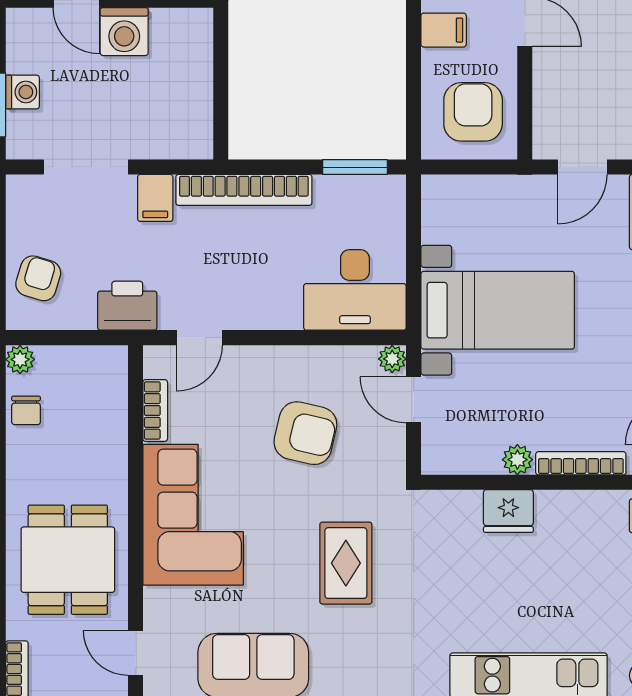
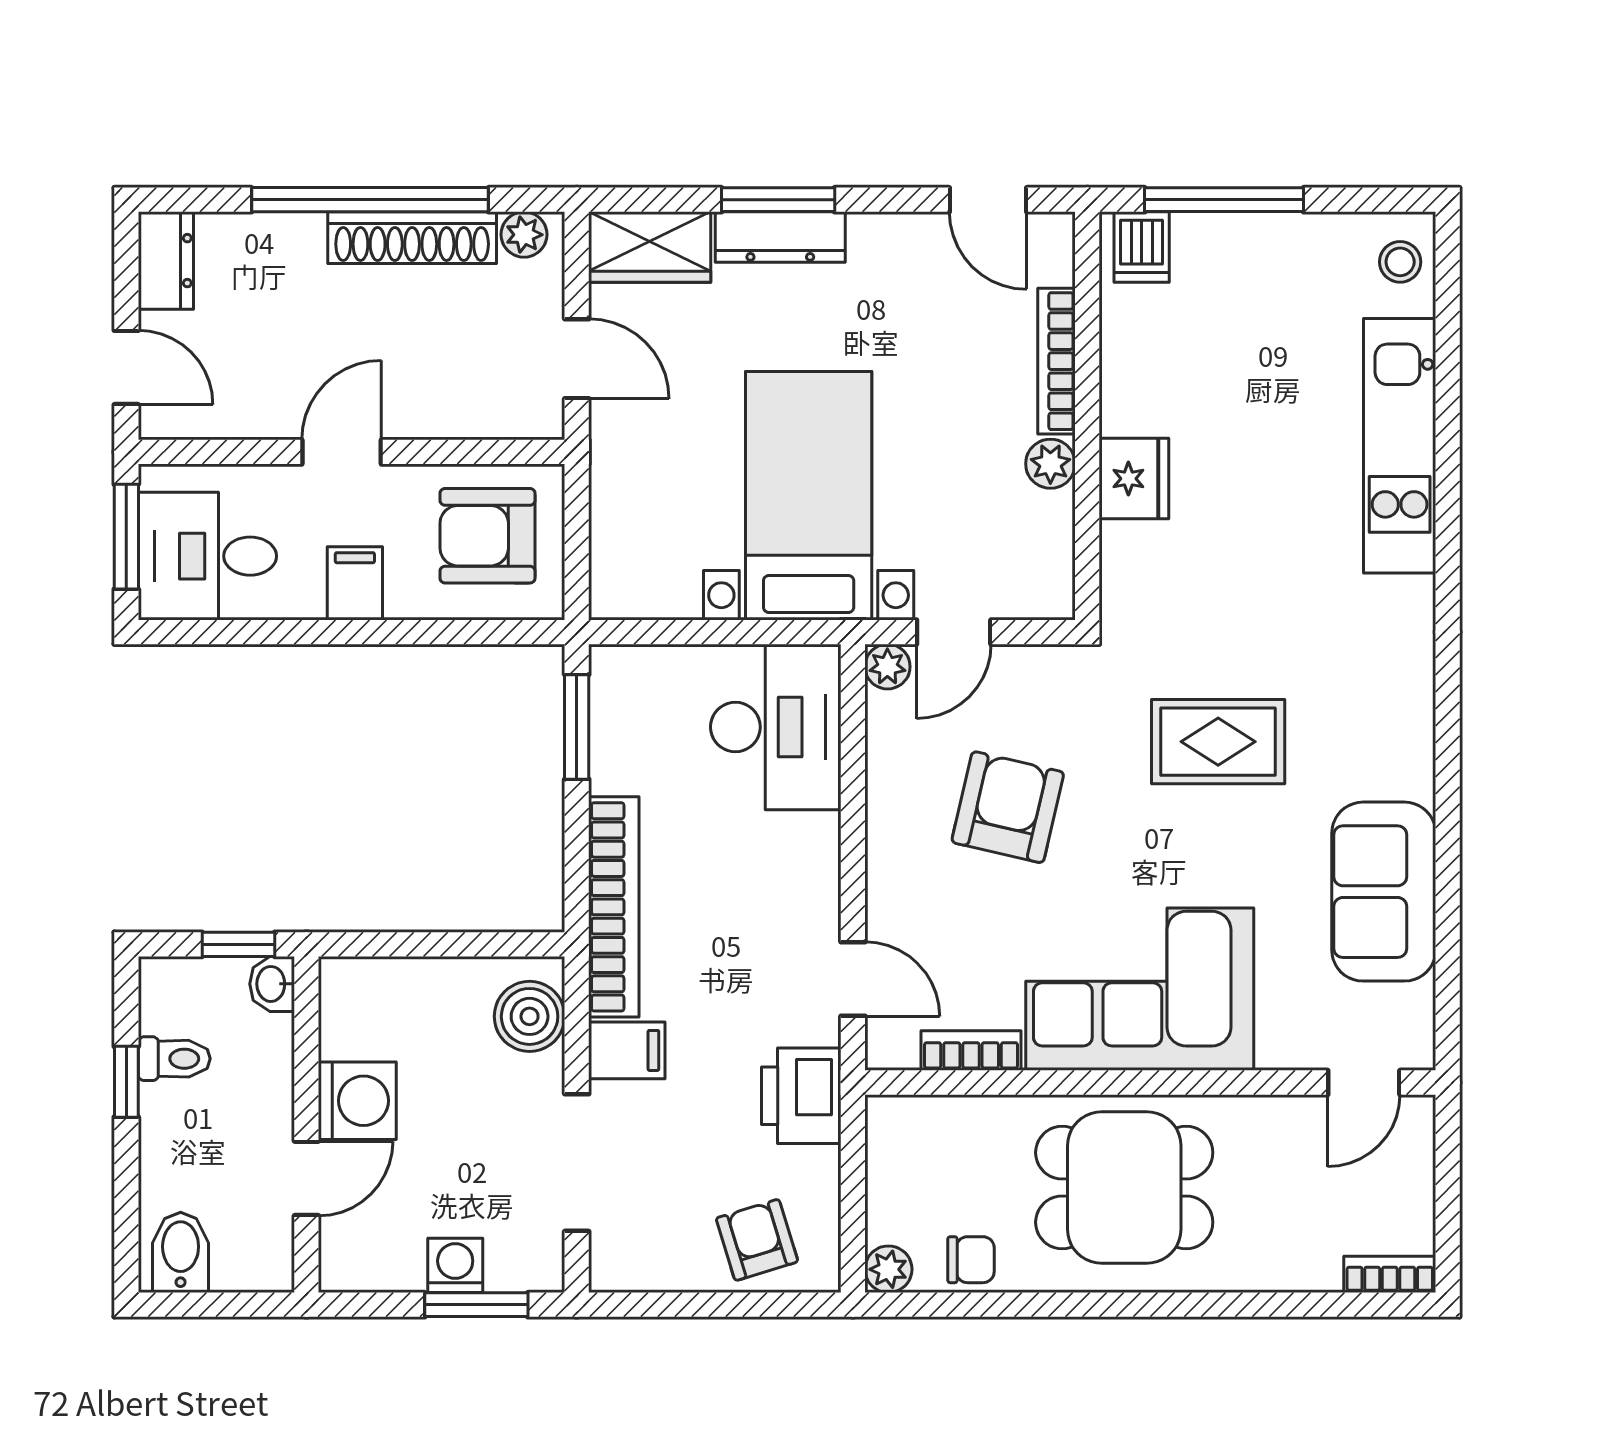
boiler: (176, 138) -> (530, 1016), added
armchair: (38, 278) -> (757, 1240), turned 56
dining table: (68, 560) -> (1124, 1187), moved

